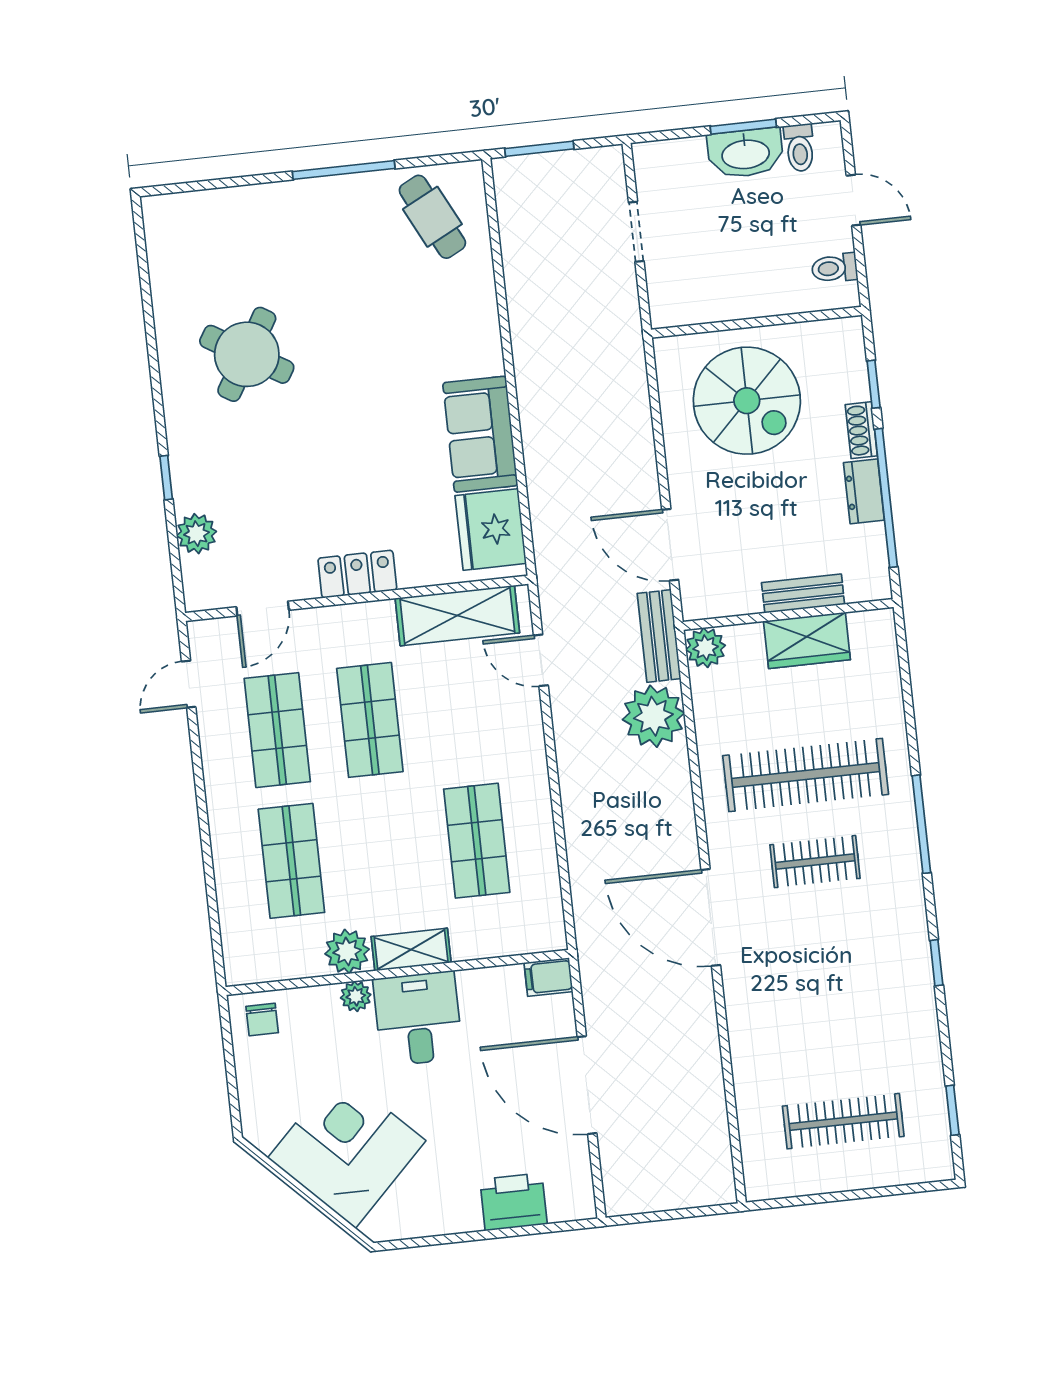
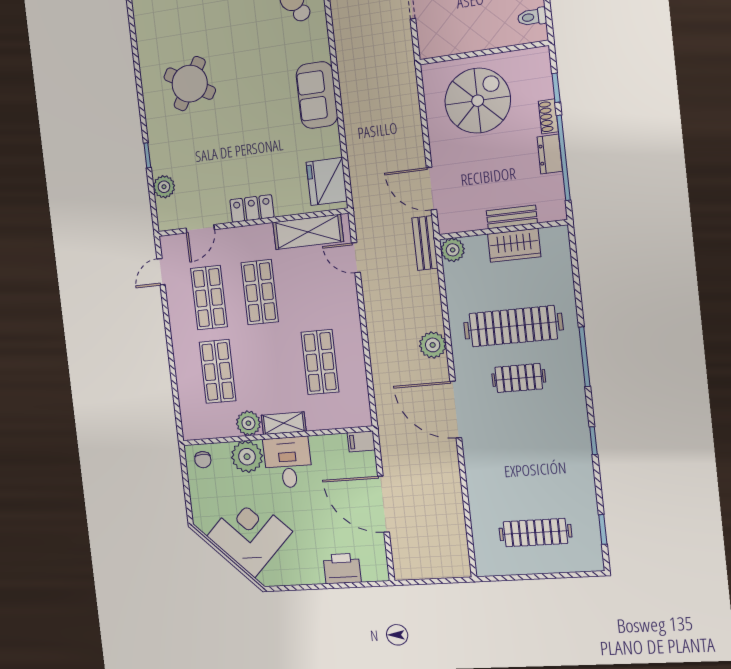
spiral stairs: (747, 401) -> (478, 101), turned -90
sofa: (480, 434) -> (317, 95), moved
plant: (653, 716) -> (433, 345), moved, width x0.73, depth x0.73
plant: (356, 996) -> (247, 457), width x1.88, depth x1.88

